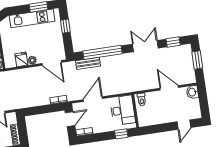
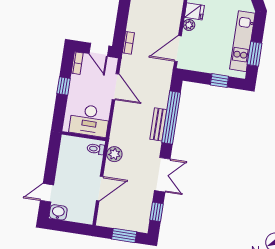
bench: (88, 63) -> (158, 124), moved
plant: (141, 85) -> (114, 154), added
washbasin: (192, 92) -> (58, 212), moved
door: (184, 125) -> (47, 193), hinge flipped
window: (121, 134) -> (64, 86), moved

